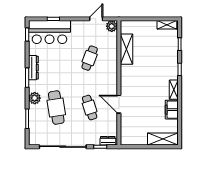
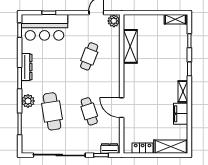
locker: (138, 140) -> (143, 148), added

